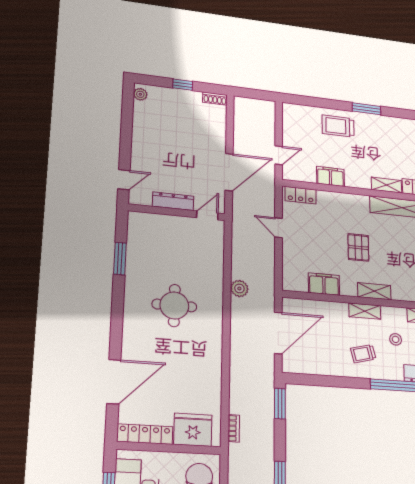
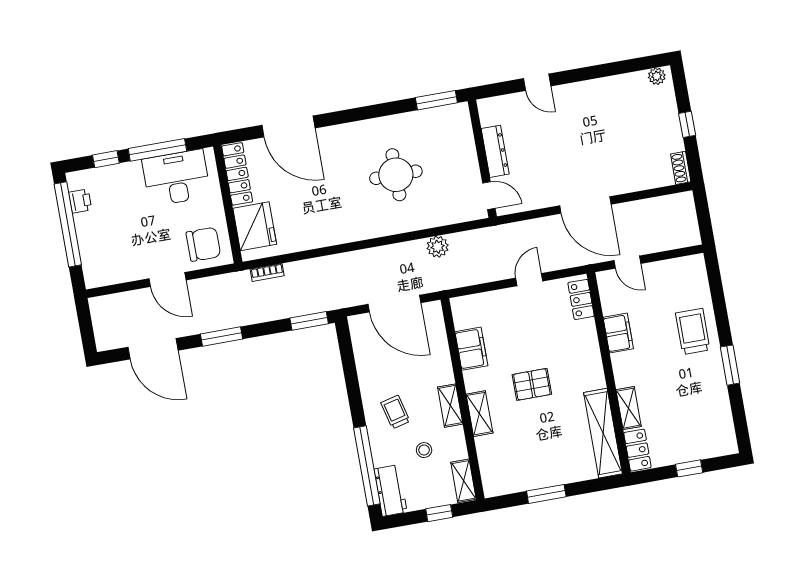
dresser: (173, 201) -> (495, 151), moved
wall: (177, 212) -> (482, 159), moved
door: (207, 215) -> (489, 196), moved

